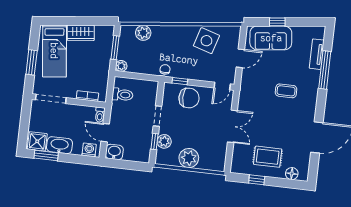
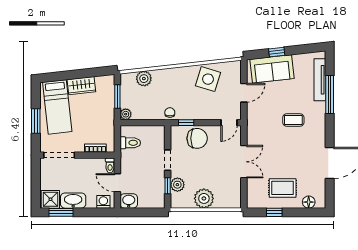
tv unit: (317, 54) -> (320, 80), width x1.41

